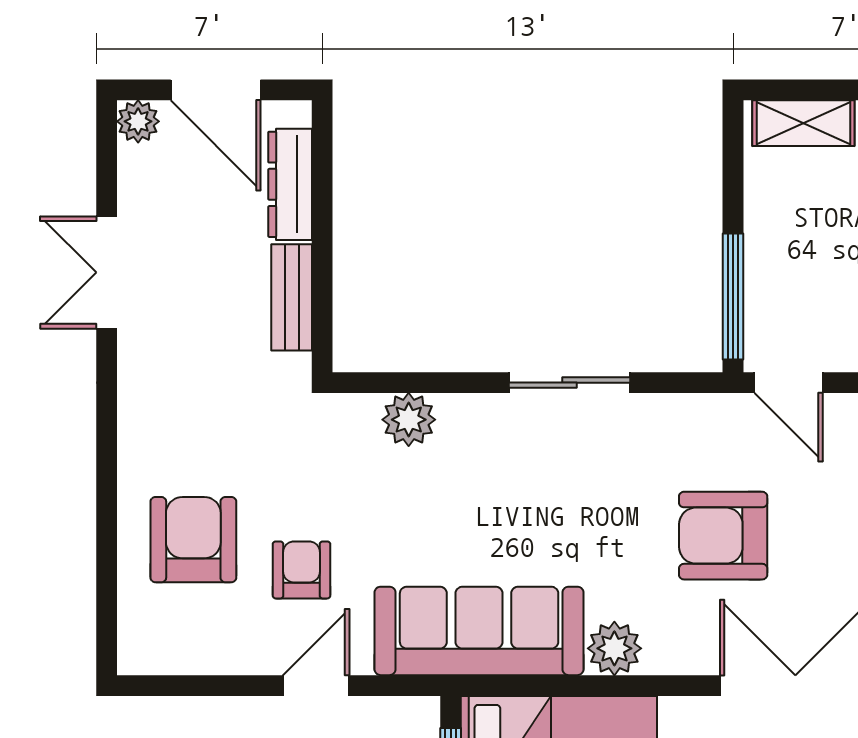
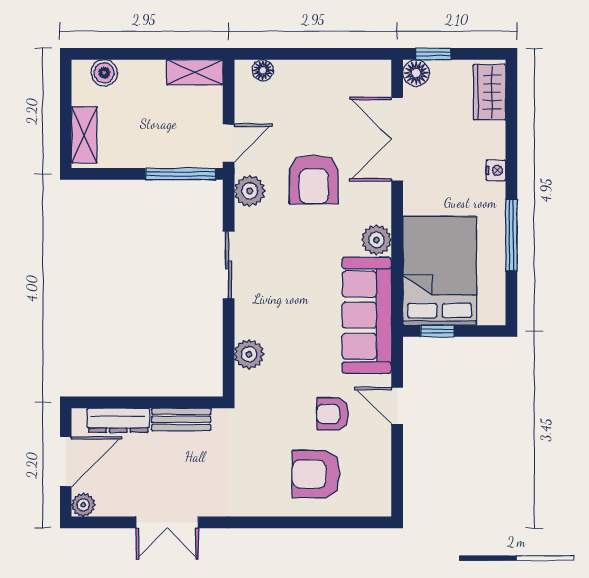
plant: (702, 421) -> (250, 191), added

